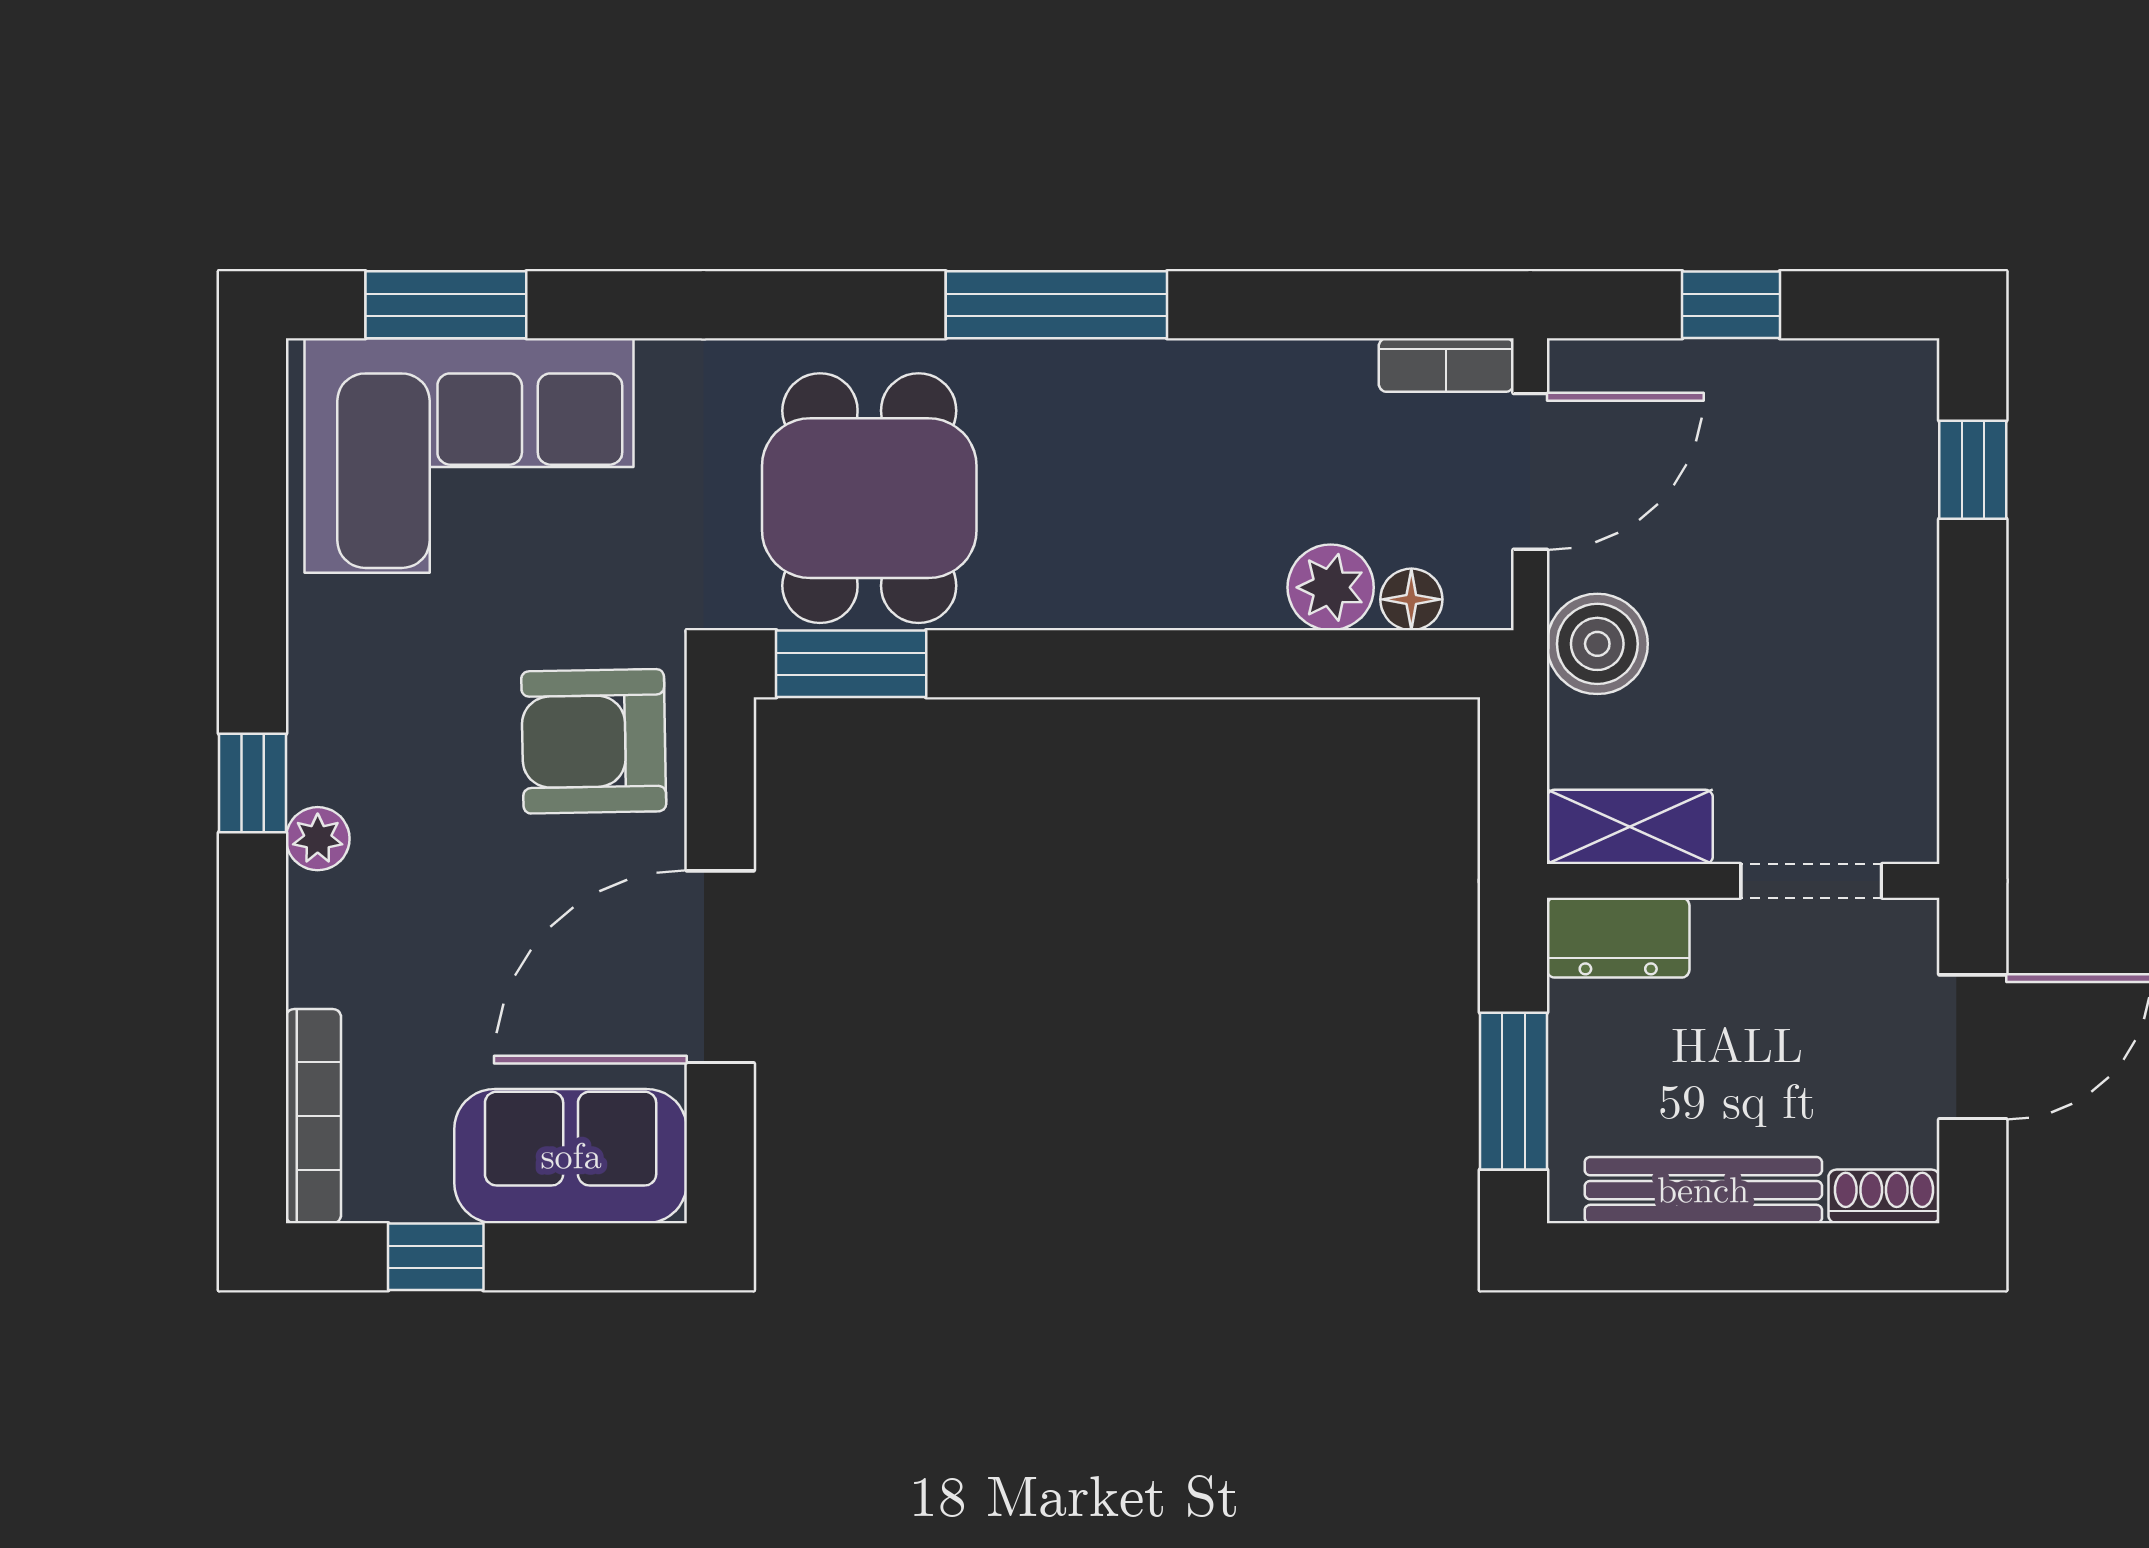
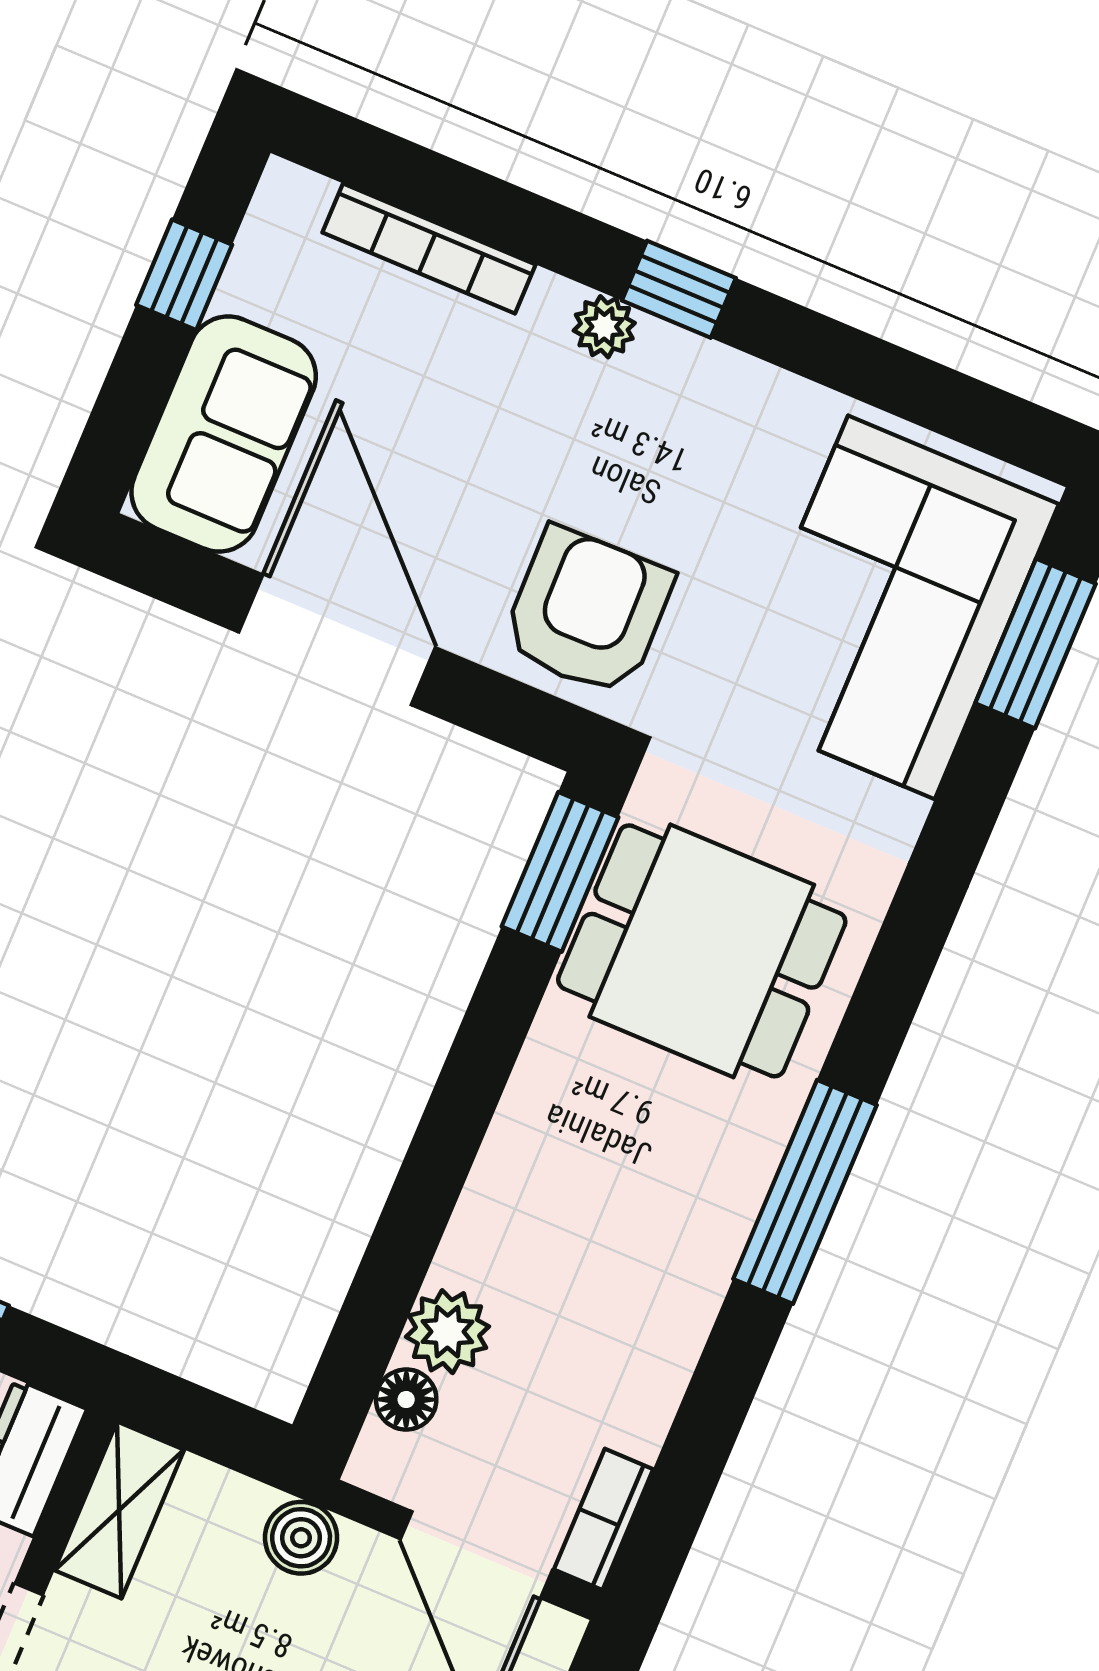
boiler: (1597, 644) -> (301, 1538), width x0.73, depth x0.73
bookcase: (313, 1116) -> (429, 249), moved

